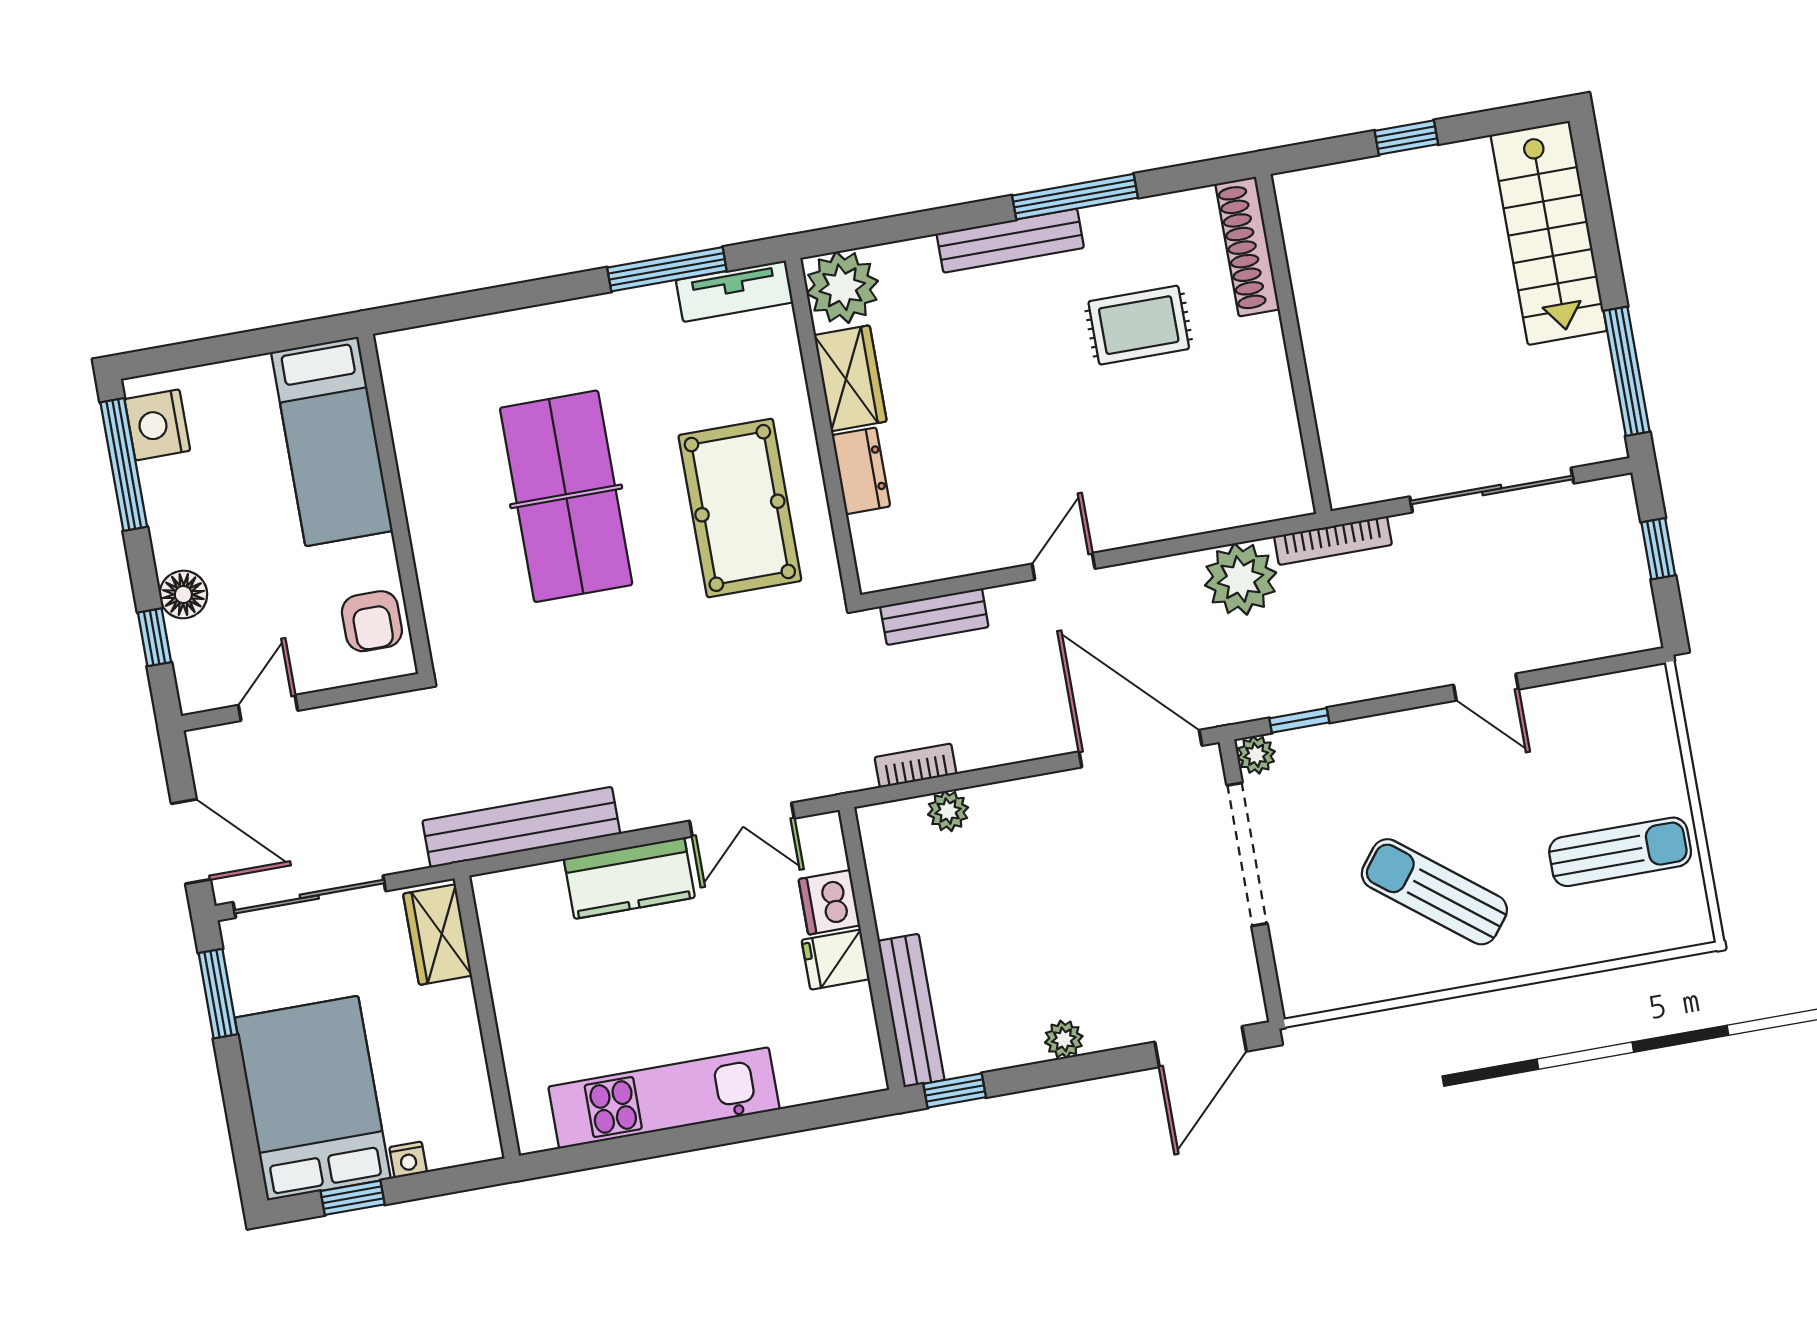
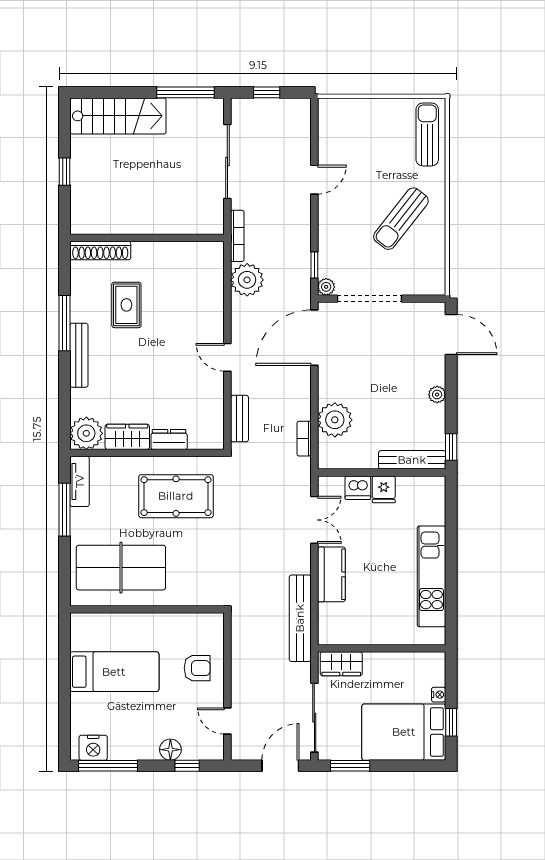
table tennis table: (566, 496) -> (121, 568), moved
wall: (395, 504) -> (147, 609), moved
plant: (948, 811) -> (335, 420), width x1.87, depth x1.87
sun lounger: (1620, 852) -> (427, 134), moved

